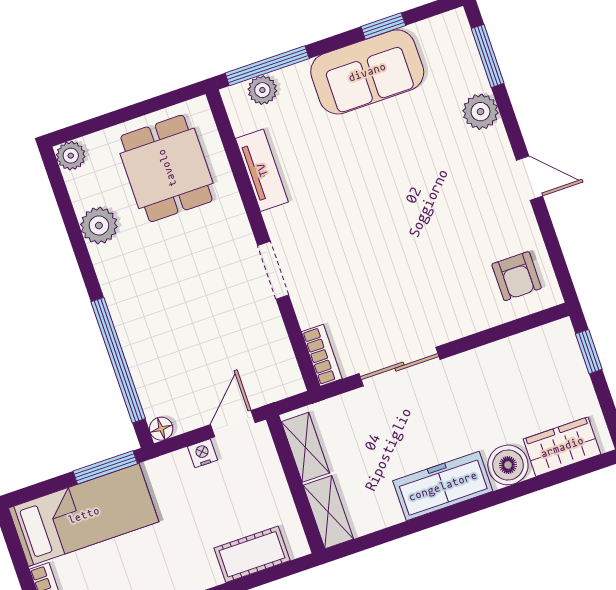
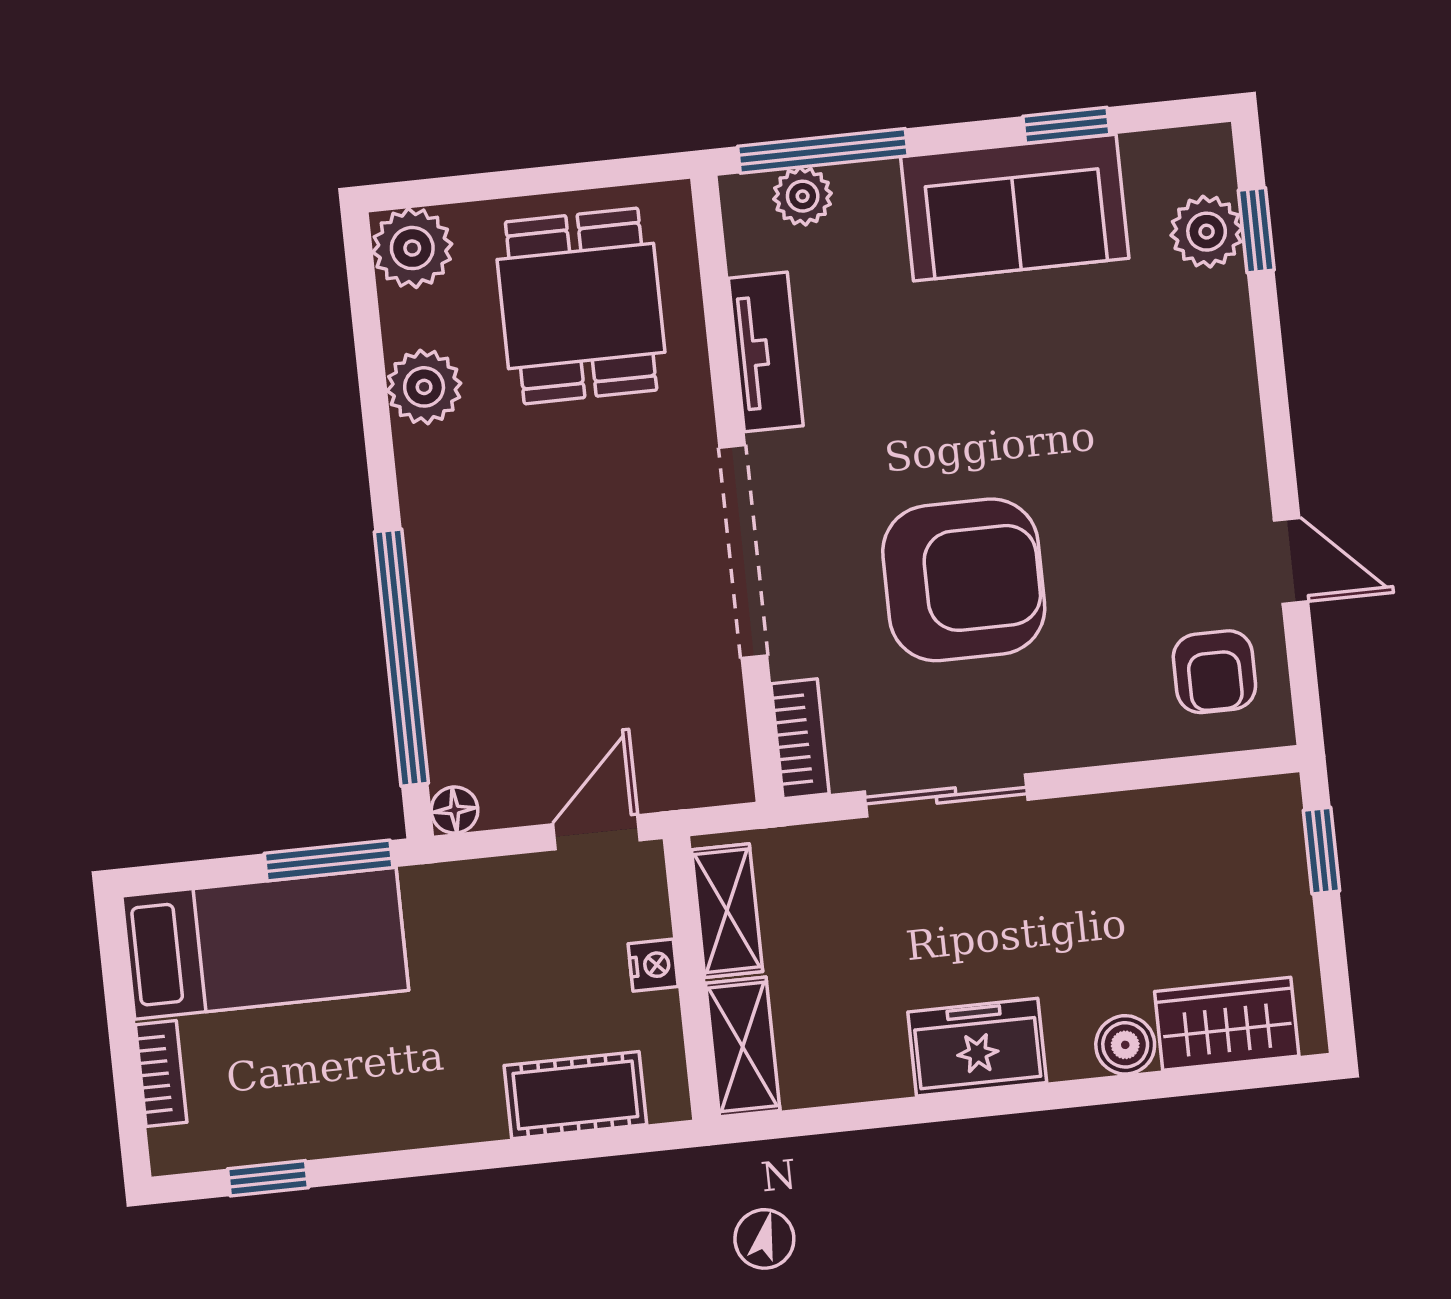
window: (488, 56) -> (1256, 230), width x0.67
plant: (480, 112) -> (1207, 232), moved
plant: (71, 156) -> (412, 248), width x1.38, depth x1.38
door: (529, 178) -> (1291, 561), moved
armchair: (384, 259) -> (964, 580), added
doorway: (273, 270) -> (743, 552), width x1.87
nightstand: (203, 453) -> (653, 965), moved, turned 90
boiler: (508, 465) -> (1125, 1045), width x0.73, depth x0.73
freezer: (443, 486) -> (977, 1047), width x0.71

